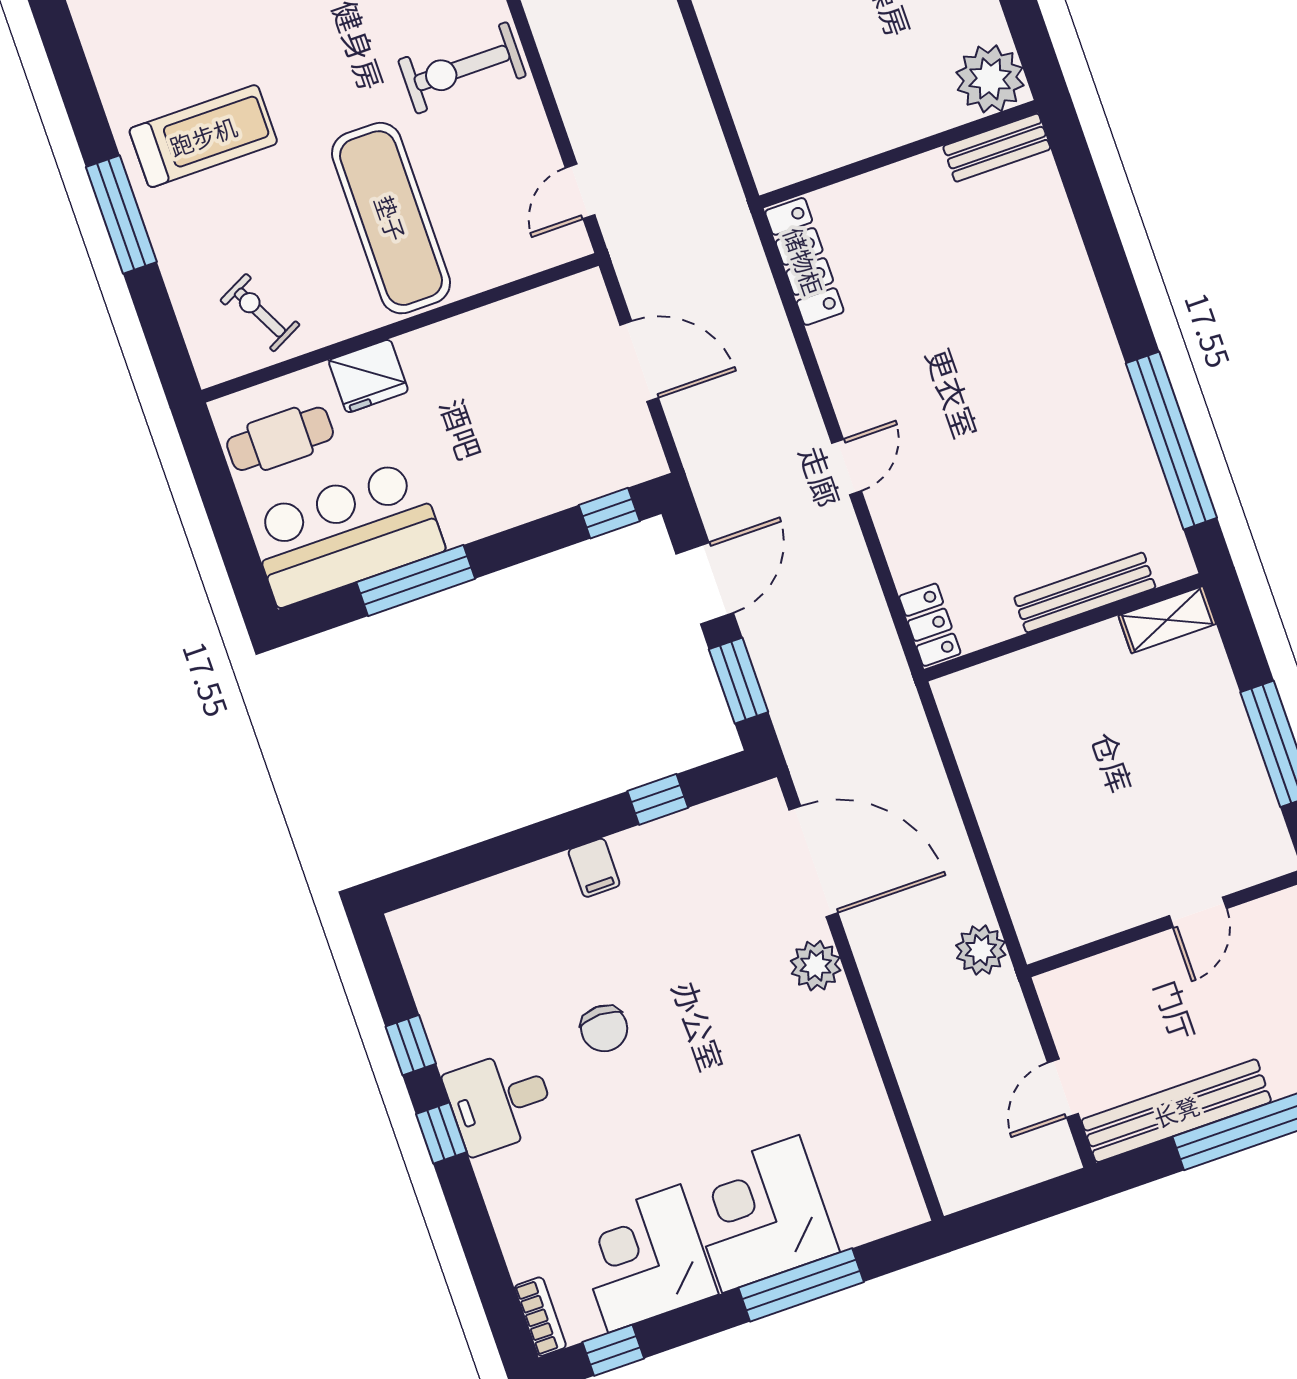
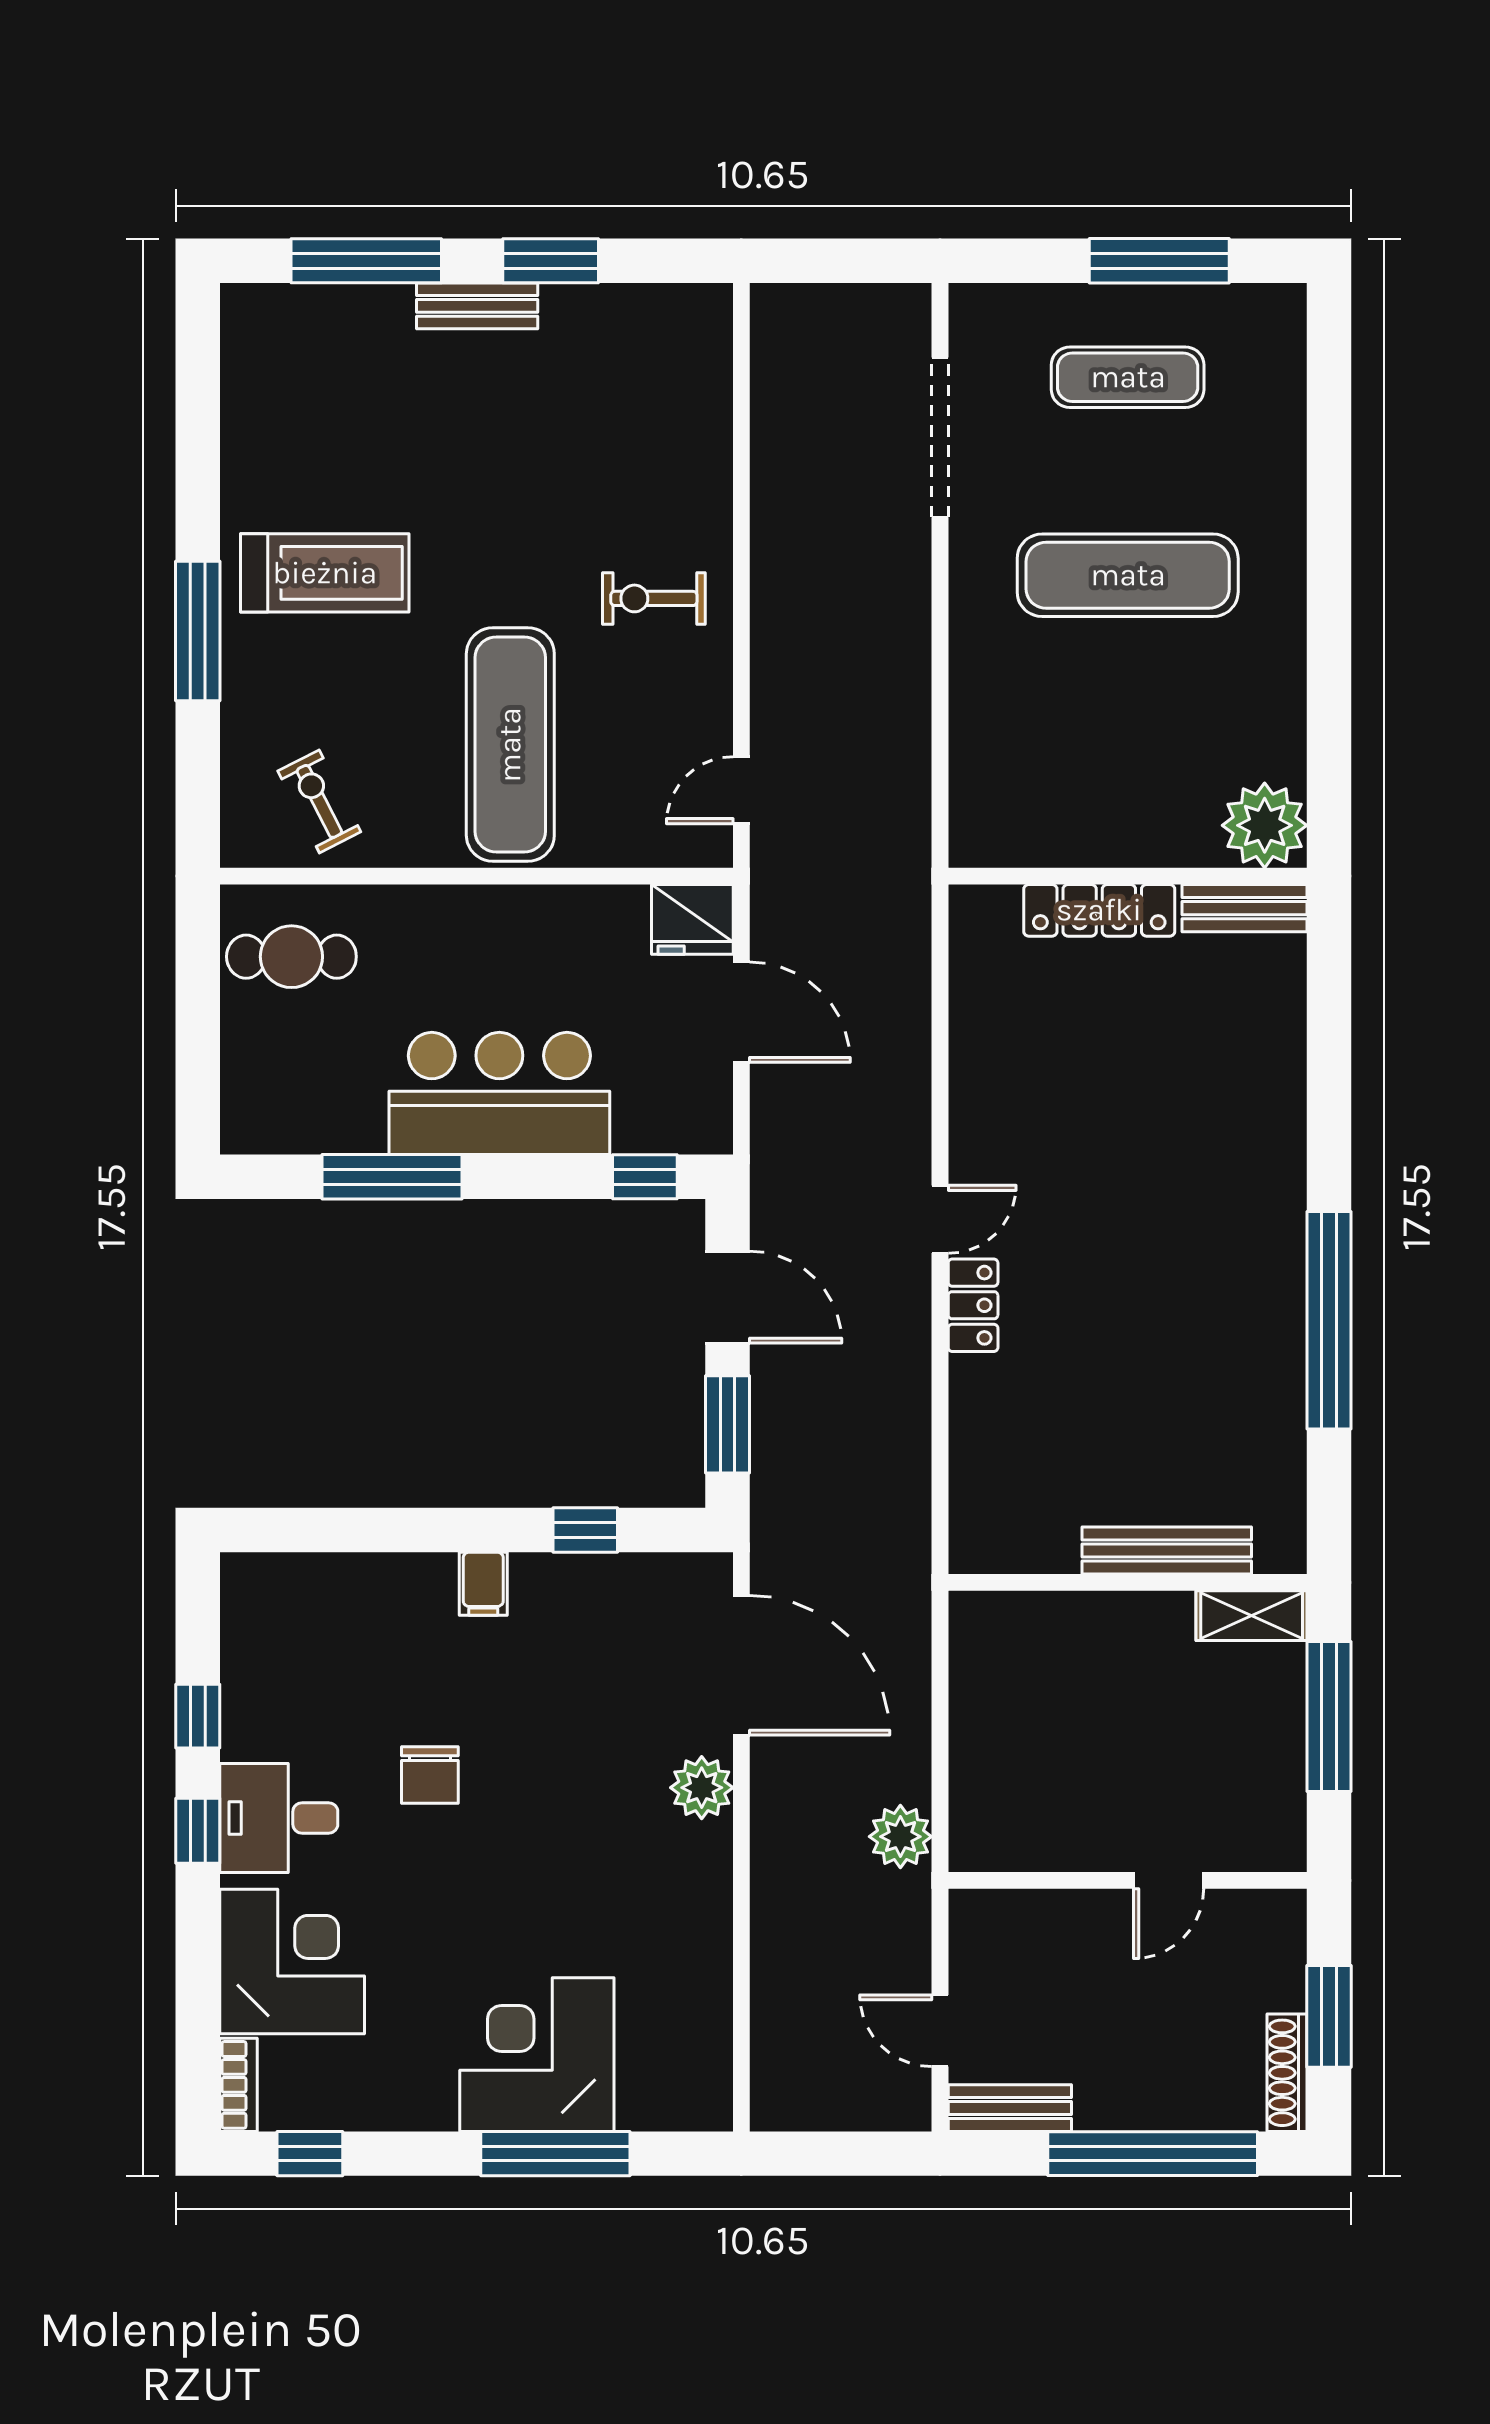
exercise bike: (462, 68) -> (654, 598), width x0.73, depth x0.72
locker: (804, 261) -> (1099, 910), moved, turned 90
fridge: (368, 376) -> (692, 919), moved
bar counter: (346, 533) -> (499, 1093), moved
door: (705, 583) -> (728, 1297), hinge flipped
bench: (1085, 592) -> (1167, 1550), moved
shelving: (1167, 620) -> (1252, 1616), moved
locker: (930, 625) -> (973, 1305), moved
wall: (1063, 627) -> (1128, 1582), moved
door: (1063, 1088) -> (940, 2031), hinge flipped
bench: (1176, 1111) -> (1010, 2108), width x0.54, depth x0.82
corner desk: (644, 1258) -> (292, 1962), moved, turned 90

